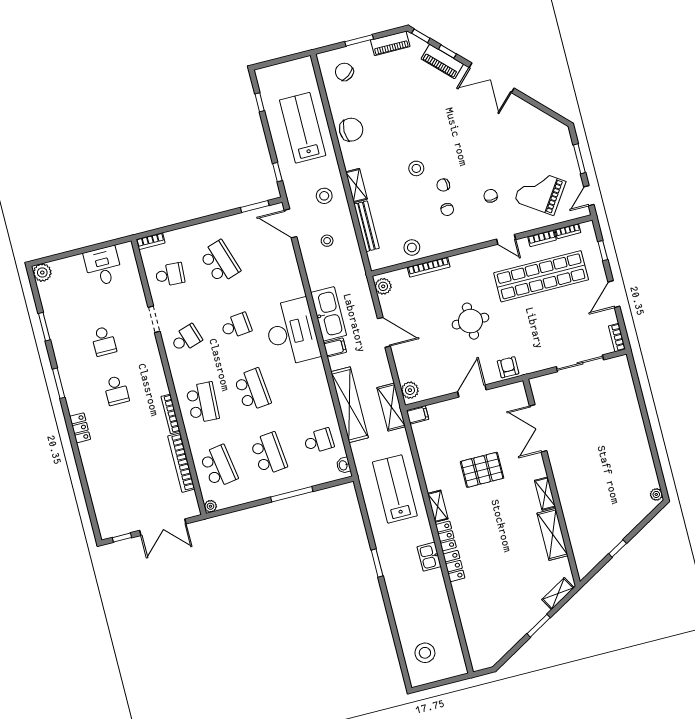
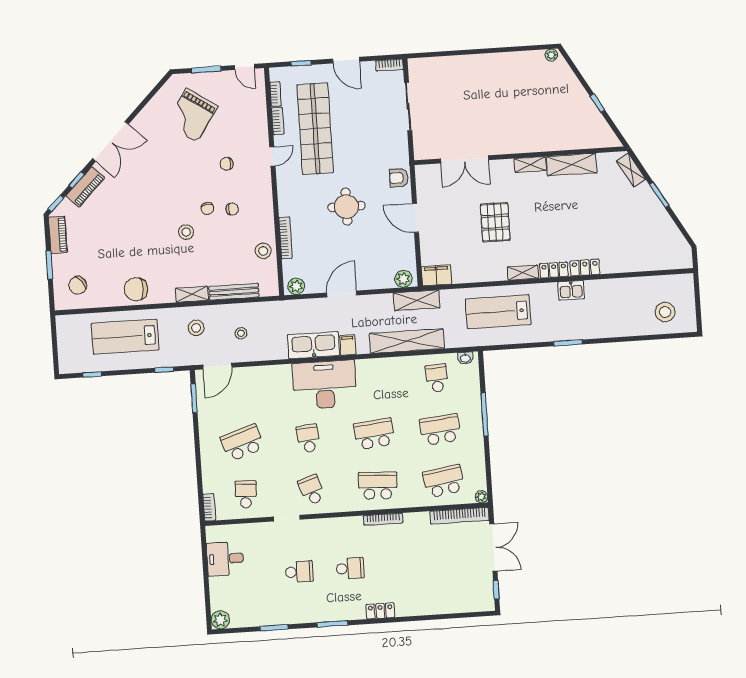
chair: (351, 130) -> (136, 289), turned -90
grand piano: (540, 191) -> (192, 115), moved
filing cabinet: (418, 415) -> (437, 275), width x2.00
bookcase: (181, 463) -> (460, 516), moved

